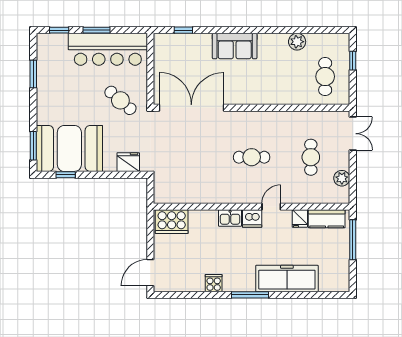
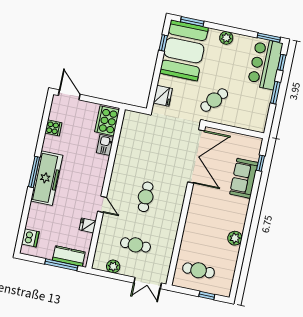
plant: (297, 42) -> (235, 238), moved
sofa: (235, 46) -> (244, 178), moved
bar counter: (108, 49) -> (265, 64), moved, width x0.73
window: (33, 74) -> (269, 38), moved
plant: (44, 102) -> (226, 38), added
kitchen sink: (230, 218) -> (105, 145), moved
dishwasher: (252, 219) -> (30, 238), moved, turned 180
kitchen counter: (327, 219) -> (69, 256), moved, turned 90
freezer: (287, 279) -> (47, 178), moved
cooker: (214, 283) -> (53, 128), moved

